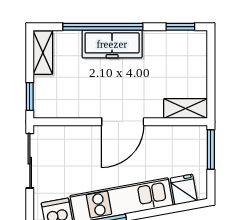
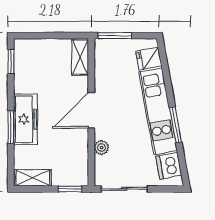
window: (103, 27) -> (11, 127), width x0.47
door: (123, 122) -> (91, 110), swing flipped
plant: (79, 134) -> (102, 148), added

